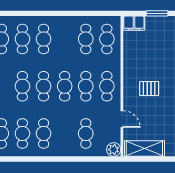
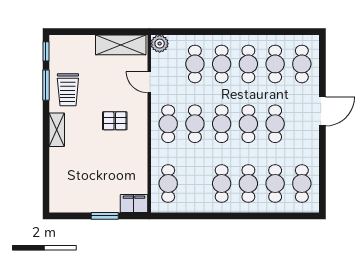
cafe table: (86, 39) -> (222, 184), moved
cafe table: (65, 133) -> (222, 64), added

